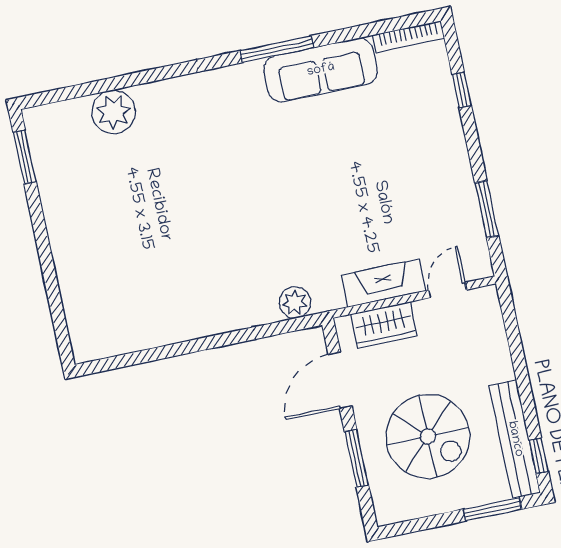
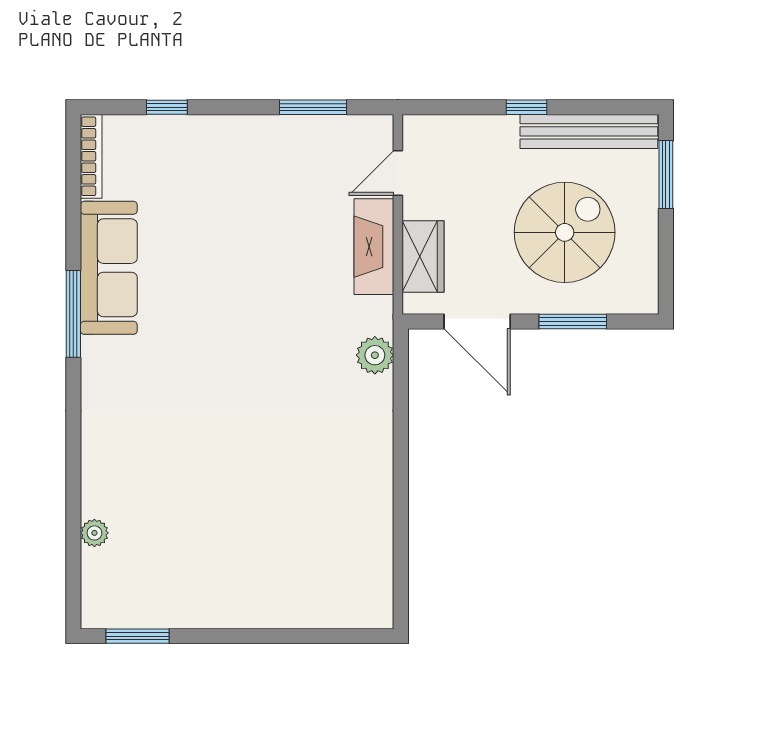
plant: (114, 112) -> (94, 533), width x0.53, depth x0.53
door: (448, 290) -> (398, 173), hinge flipped
window: (539, 456) -> (527, 107), moved

